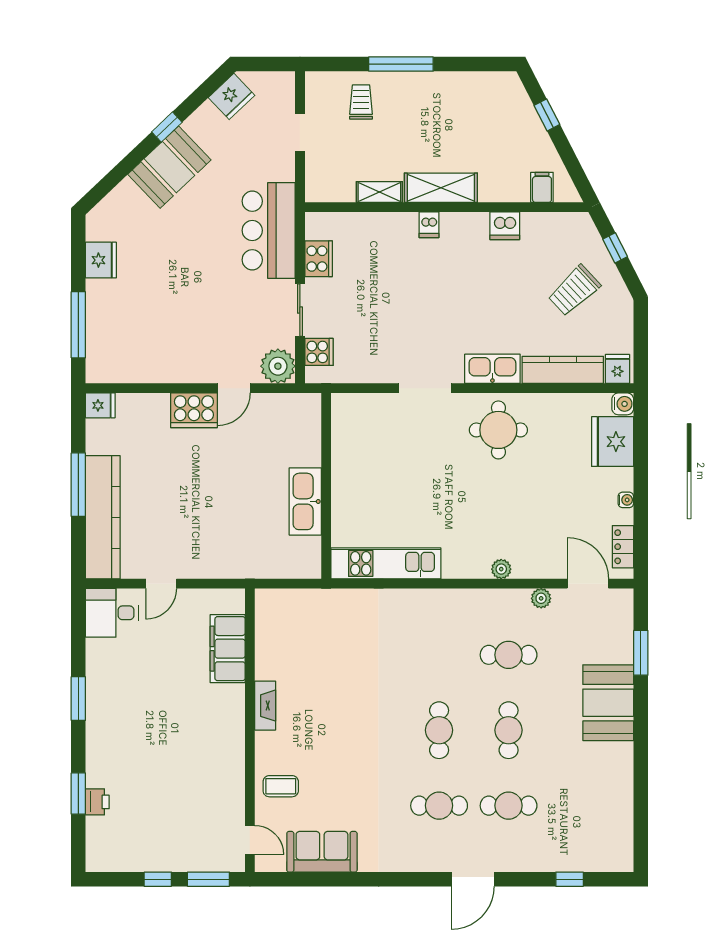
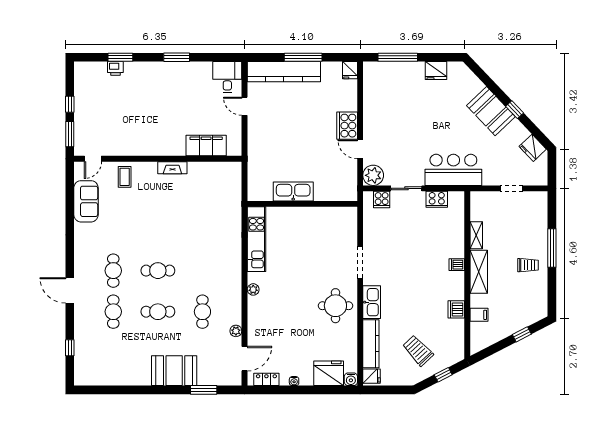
trolley: (361, 102) -> (528, 265), moved
filing cabinet: (542, 187) -> (479, 315), moved
plant: (501, 569) -> (253, 289), moved

